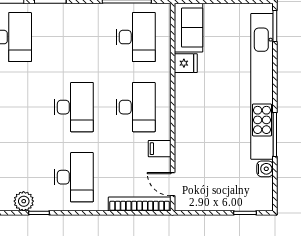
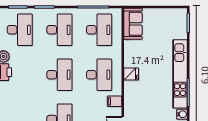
desk: (74, 37) -> (59, 30), added
fridge: (186, 63) -> (131, 74), moved
kitchen unit: (262, 86) -> (180, 74), width x0.73

